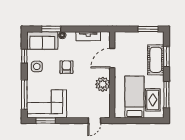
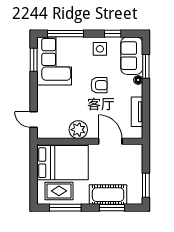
bed: (134, 97) -> (62, 163), width x1.50

